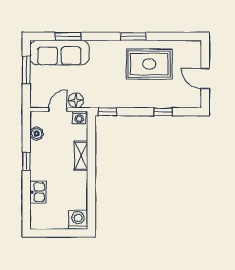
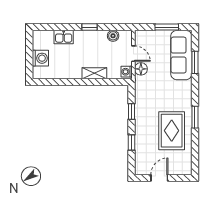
window: (107, 112) -> (131, 111), moved
washing machine: (78, 220) -> (40, 58), moved

